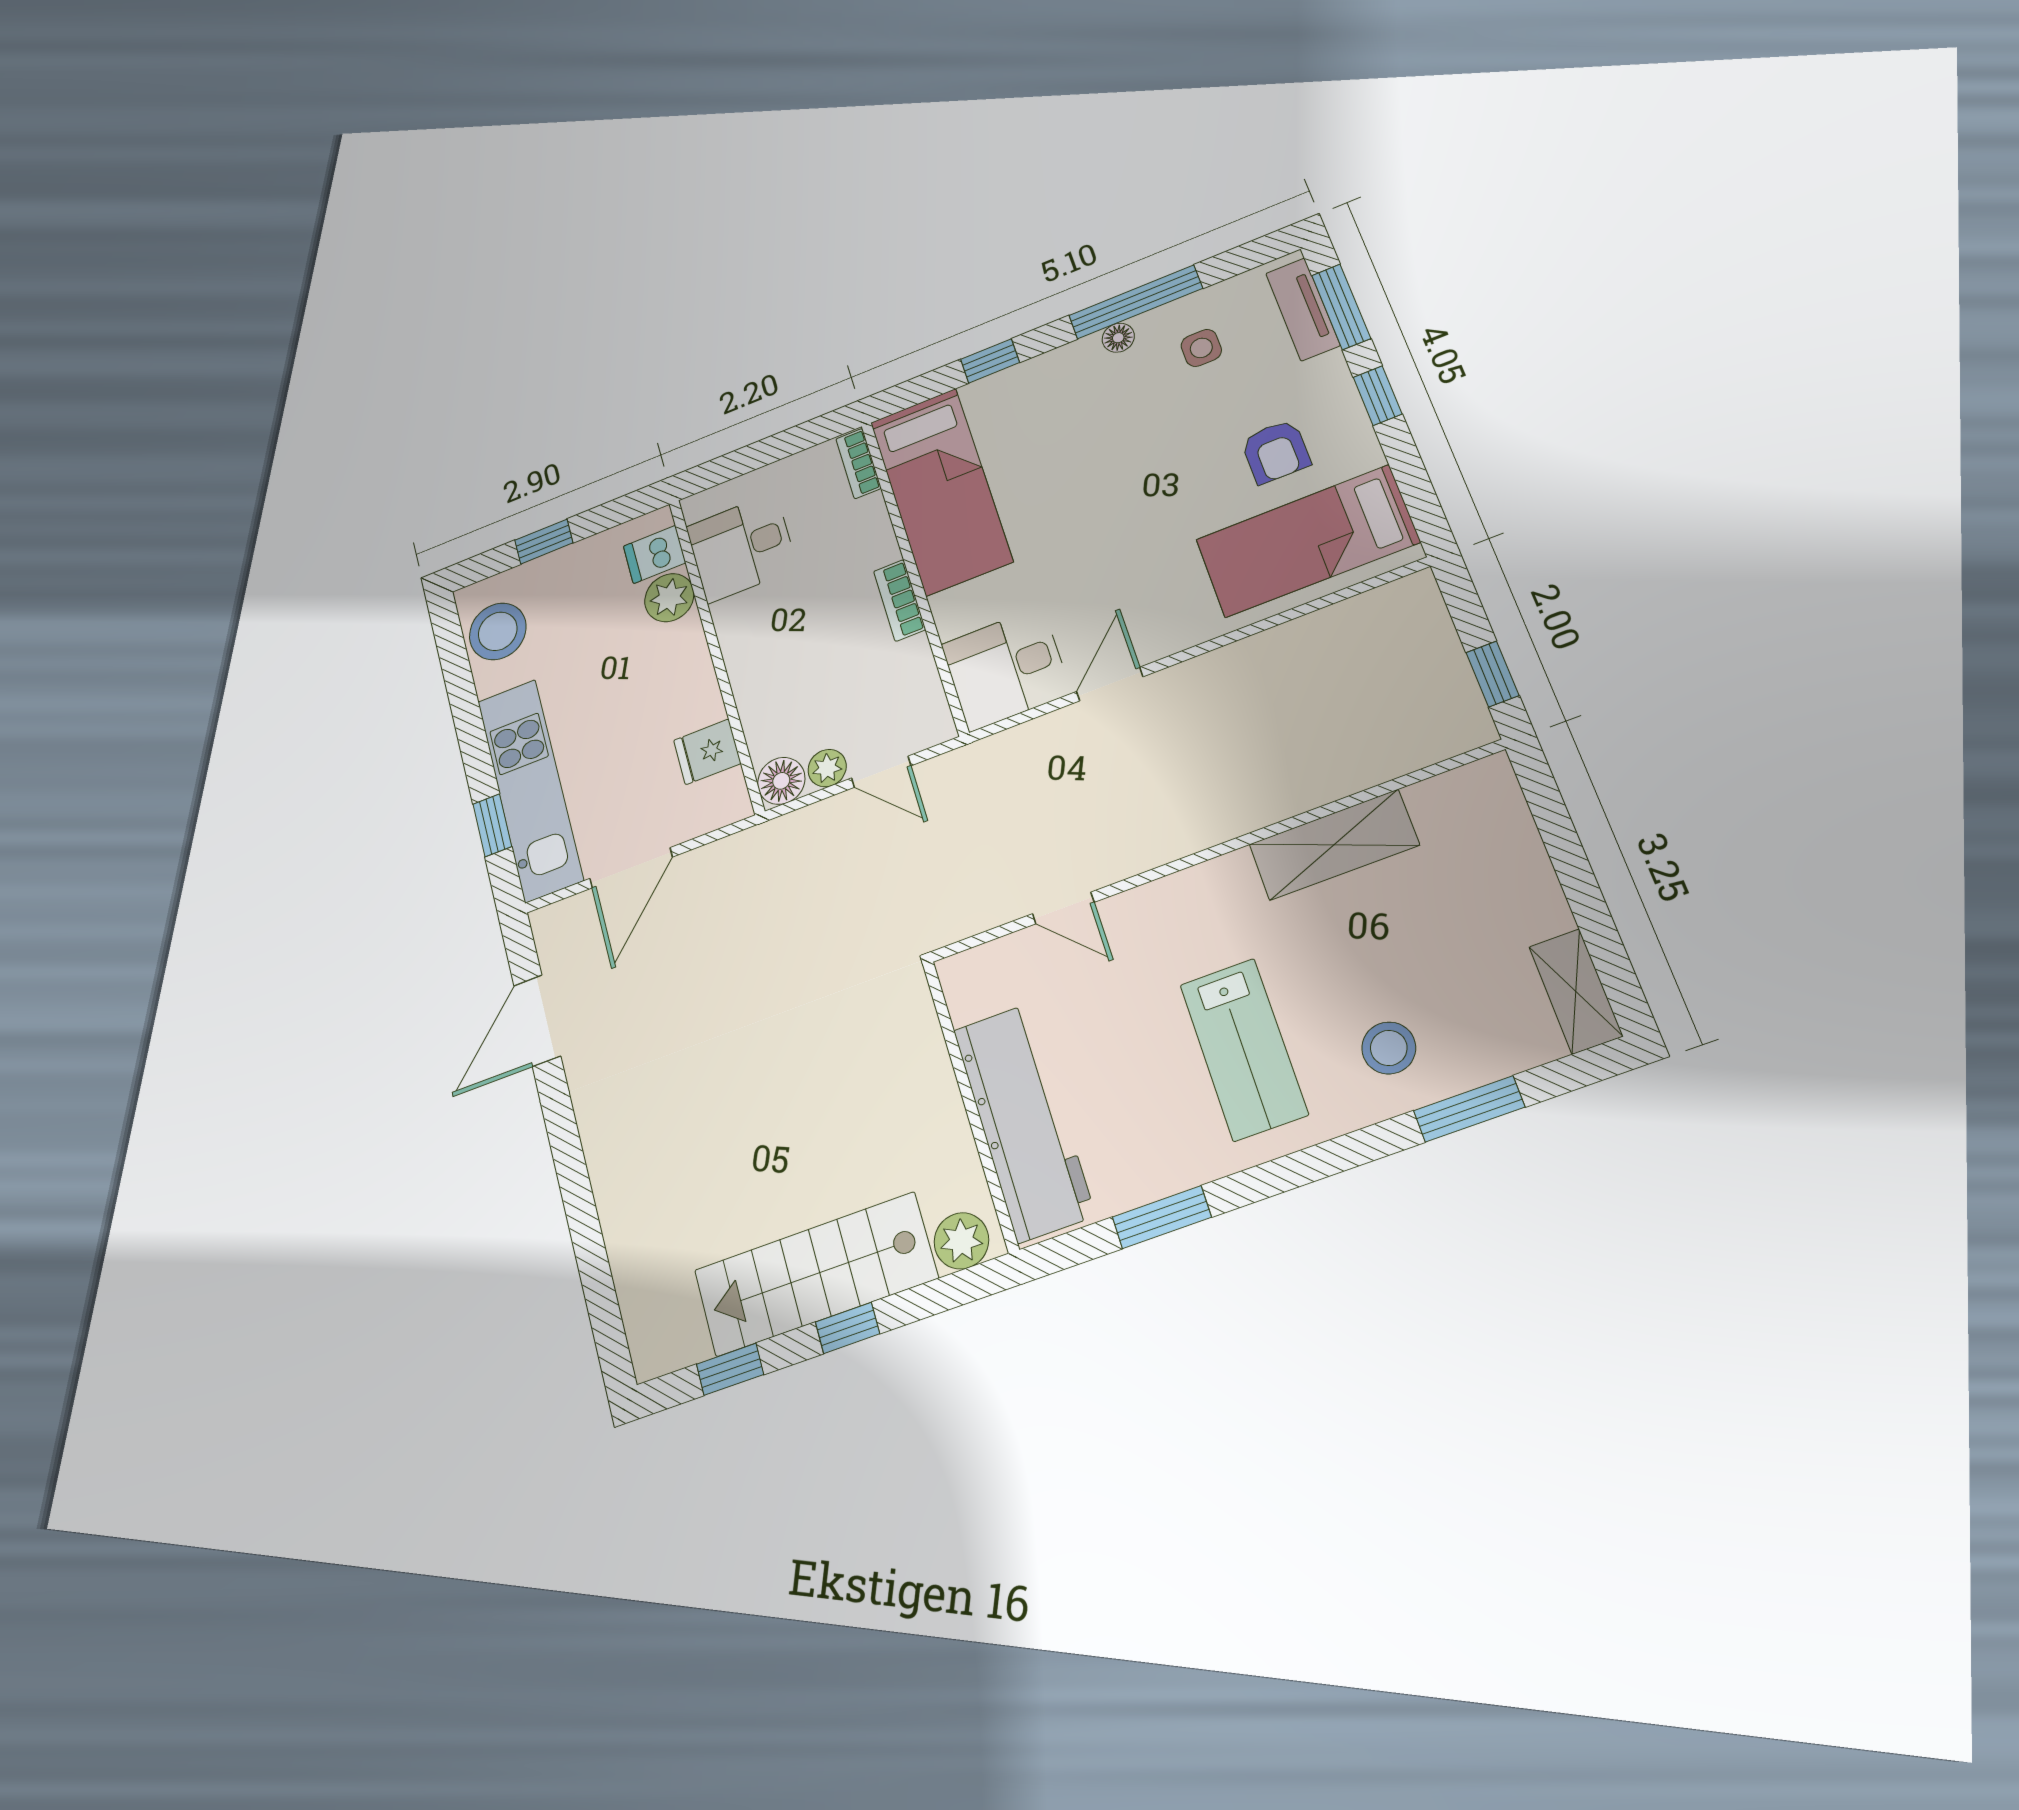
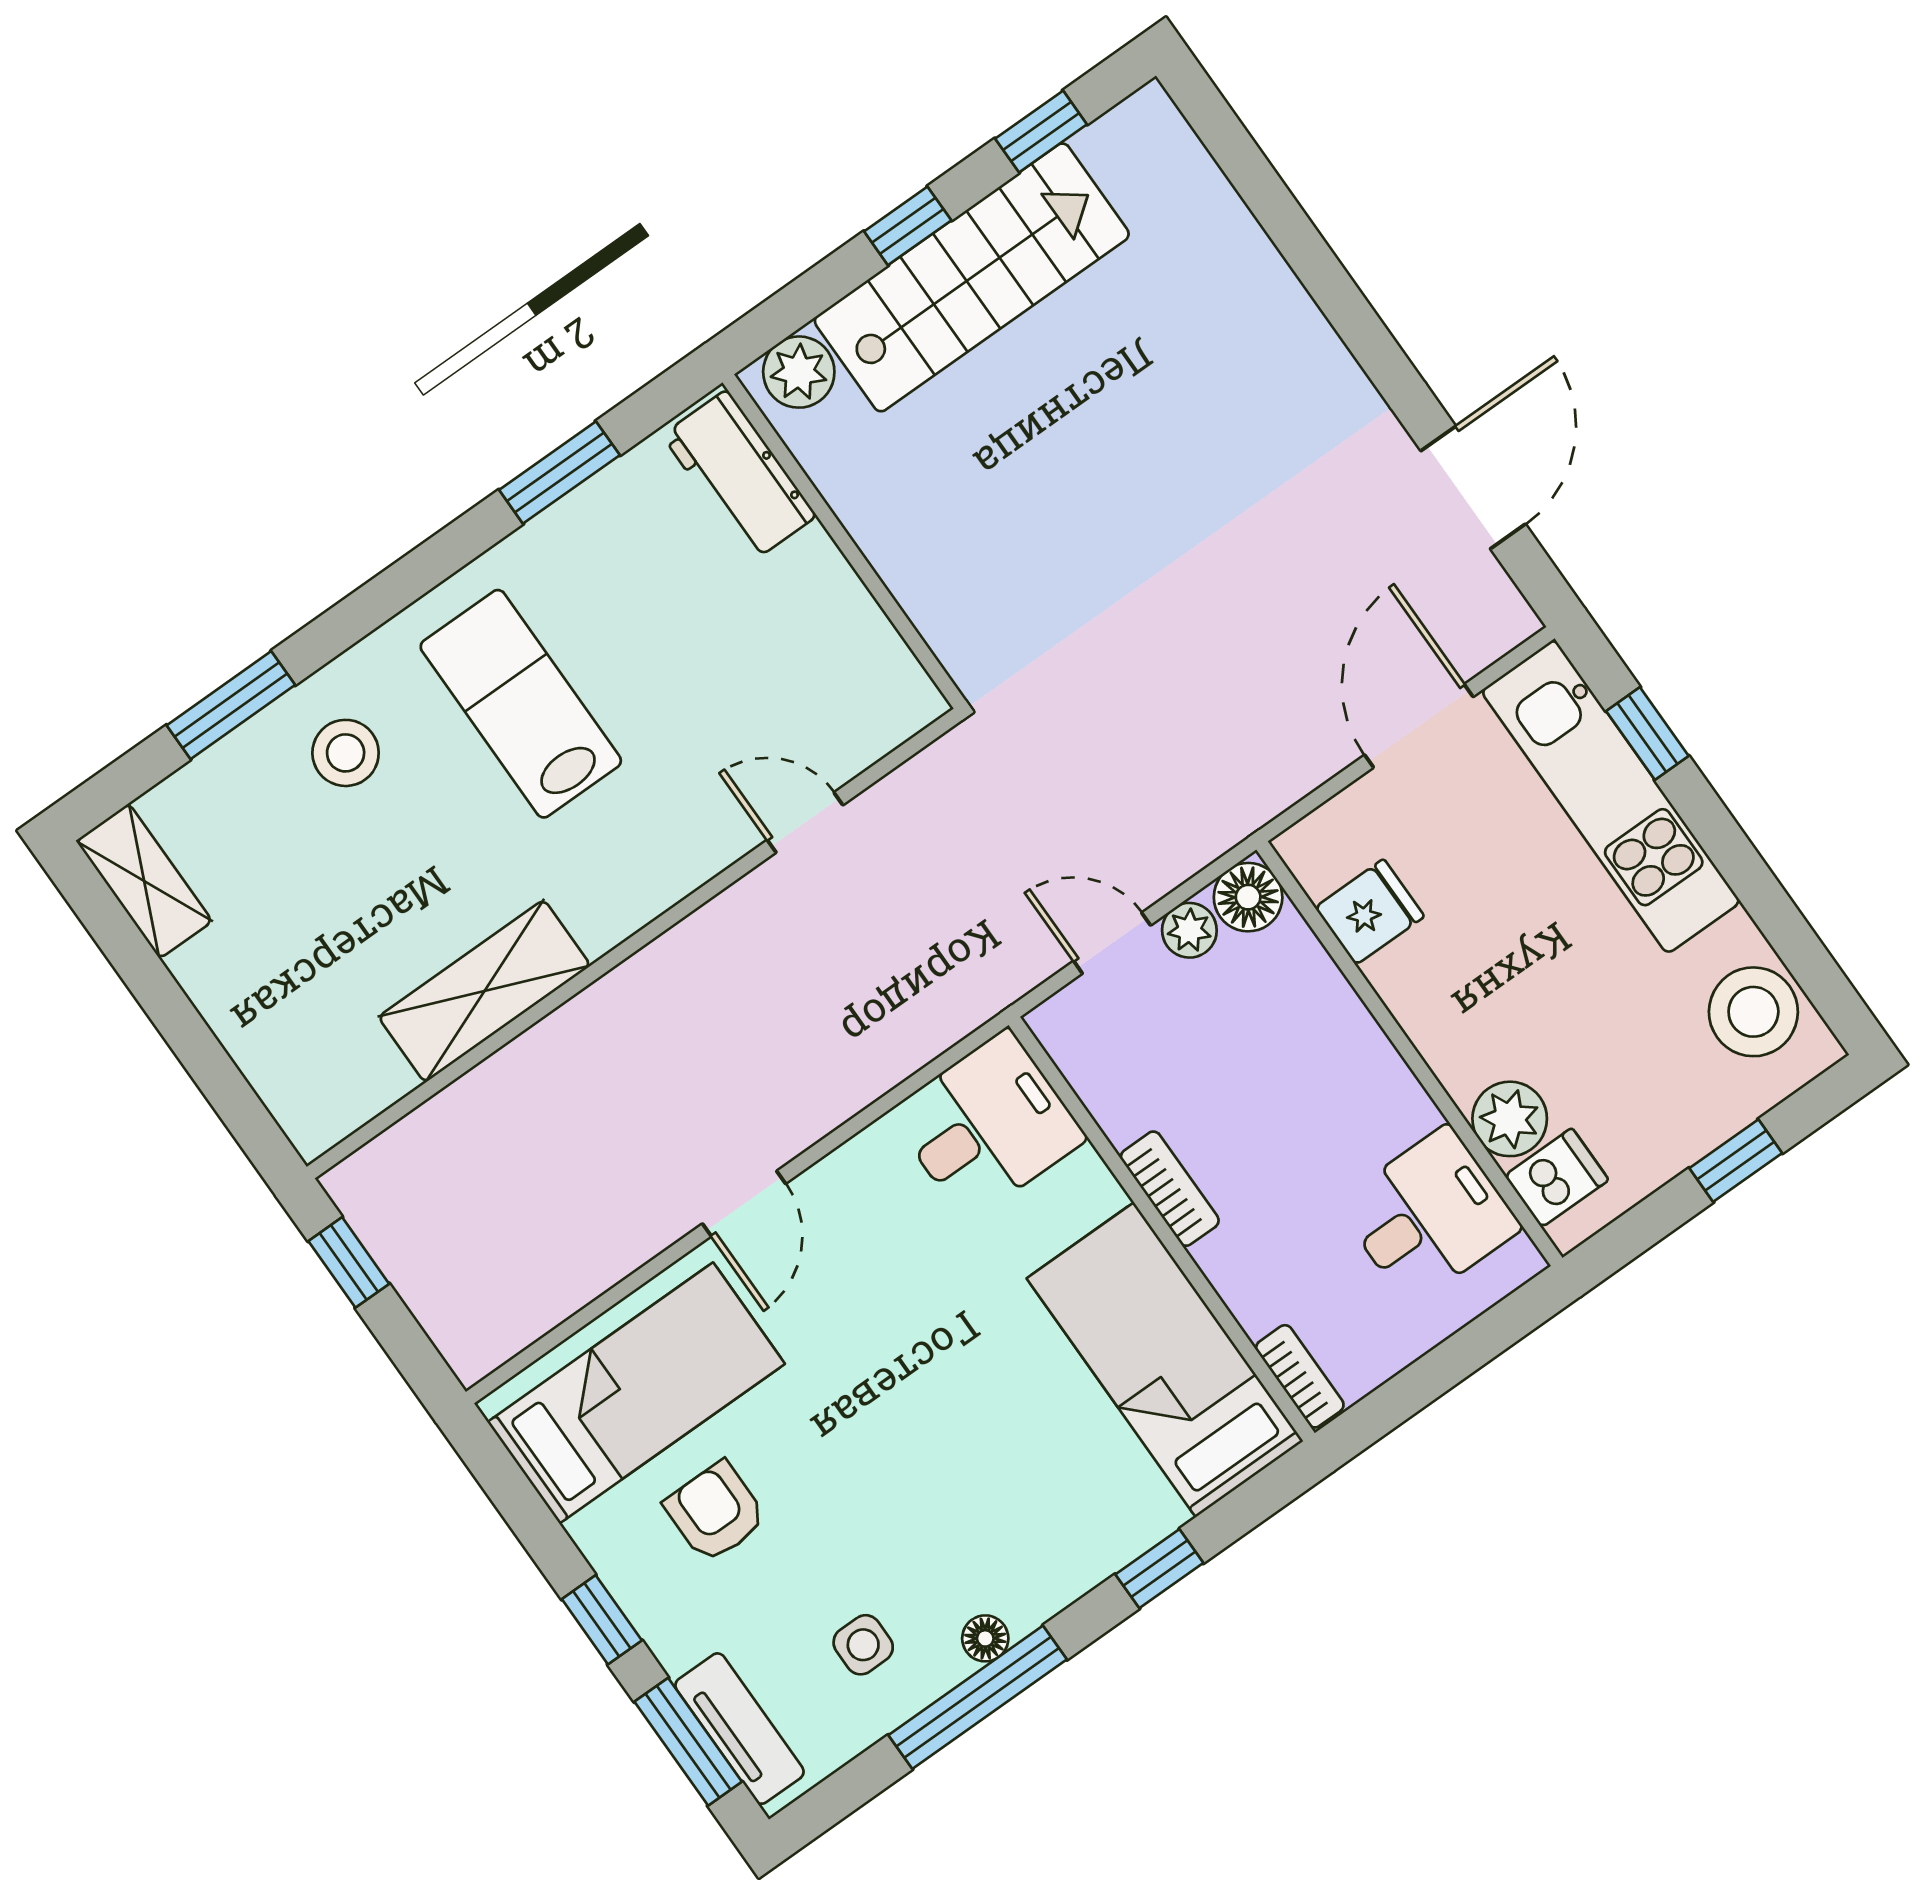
door: (1110, 684) -> (744, 1204), moved
workbench: (1024, 1122) -> (739, 476), width x0.53, depth x0.76

